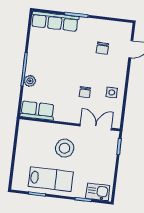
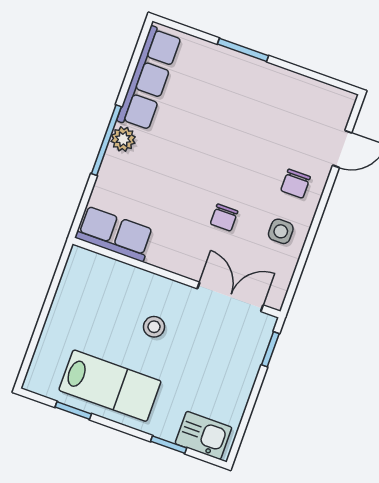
row of seats: (55, 21) -> (149, 78), moved, turned -90
chair: (103, 48) -> (296, 184), moved
plant: (30, 81) -> (123, 139), moved
stool: (65, 148) -> (154, 327), width x0.53, depth x0.53

